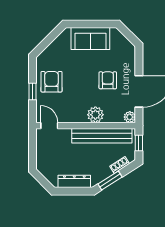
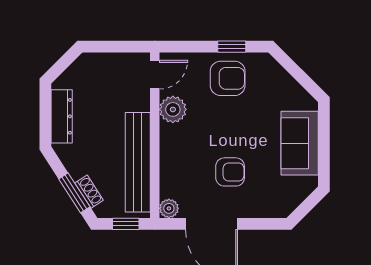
window: (32, 92) -> (232, 47), moved
plant: (95, 115) -> (173, 109), moved
window: (110, 180) -> (74, 193), moved

